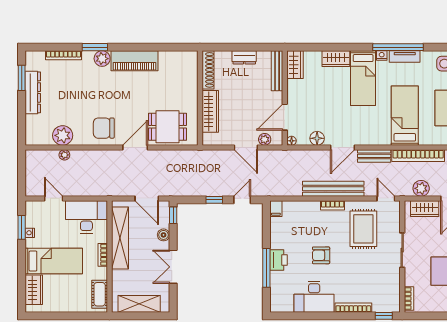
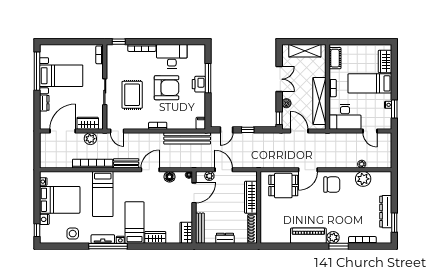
bench: (333, 189) -> (187, 138), moved
rug: (363, 229) -> (132, 95), moved
armchair: (321, 255) -> (167, 88), width x1.88, depth x1.88

